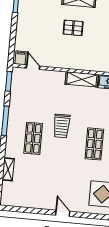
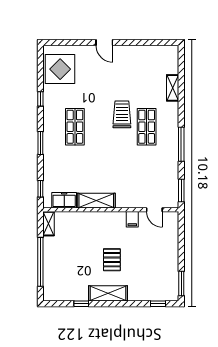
pallet: (73, 28) -> (112, 260), turned 90
filing cabinet: (21, 58) -> (132, 219), moved
trolley: (62, 126) -> (122, 114), moved

